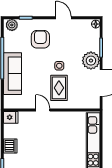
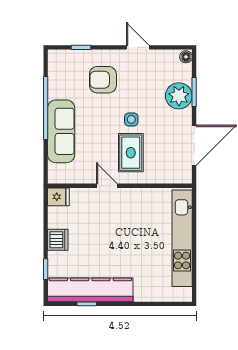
plant: (12, 25) -> (60, 58), removed
armchair: (40, 39) -> (103, 80), turned -90
plant: (91, 61) -> (179, 96), moved

